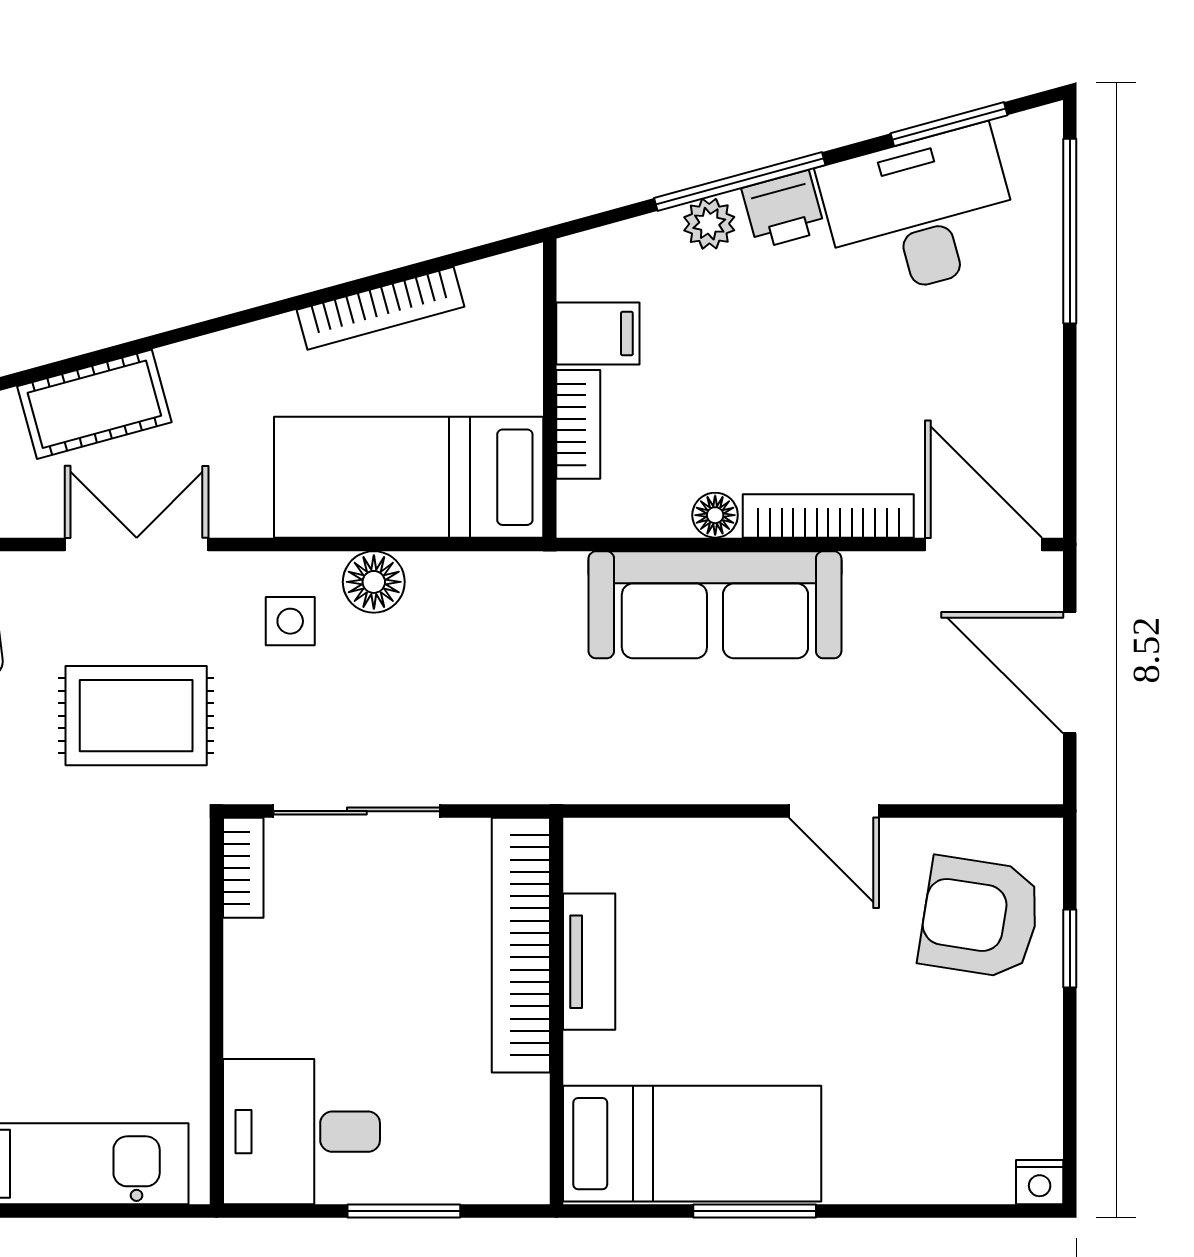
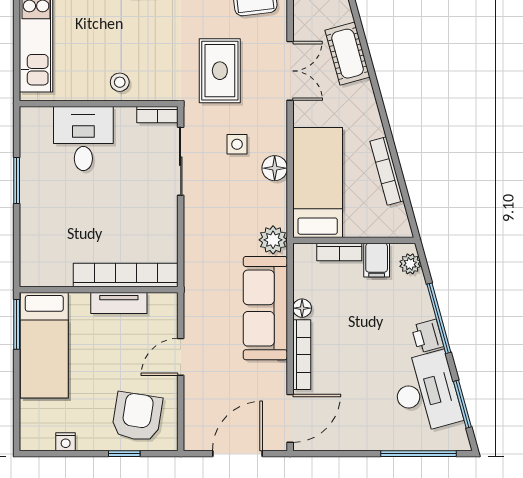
plant: (709, 224) -> (410, 264), moved
plant: (549, 586) -> (273, 240), added
side table: (290, 621) -> (237, 144), moved
bookcase: (521, 945) -> (126, 275), moved
stool: (164, 960) -> (120, 82), added
tv unit: (589, 962) -> (119, 303), moved
wall: (556, 1011) -> (99, 290), moved
desk: (302, 1132) -> (83, 139), moved
bed: (692, 1144) -> (44, 345), moved
nightstand: (1040, 1182) -> (66, 442), moved, turned -90

